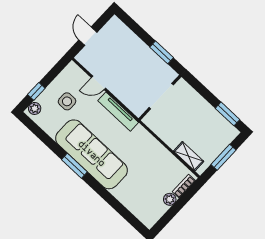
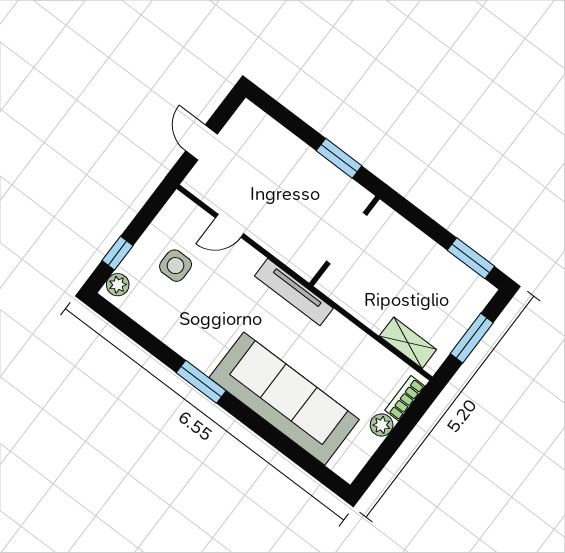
tv unit: (118, 112) -> (294, 292), moved
sofa: (91, 154) -> (284, 399), moved

